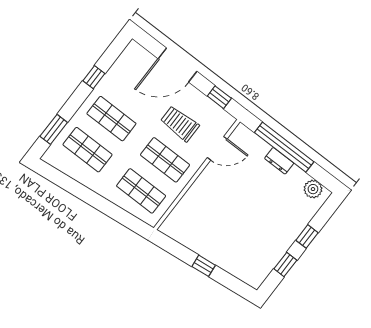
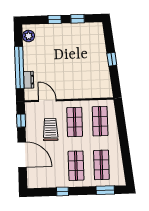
trolley: (180, 124) -> (50, 130), turned 180
dresser: (279, 161) -> (29, 80), moved

